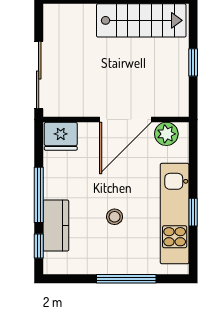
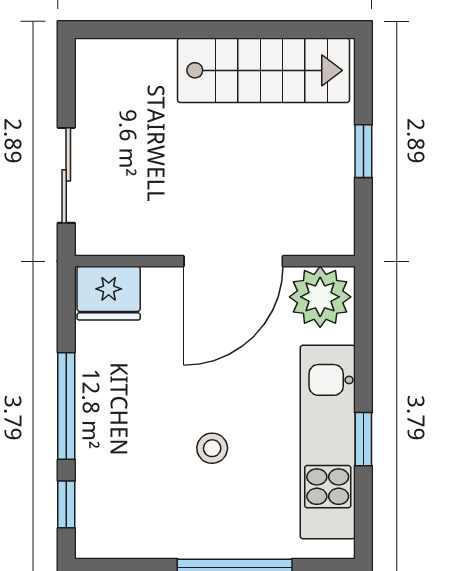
sliding door: (39, 75) -> (66, 175), width x0.73
plant: (166, 134) -> (320, 297), width x1.36, depth x1.36
kitchen counter: (56, 226) -> (99, 465), removed

